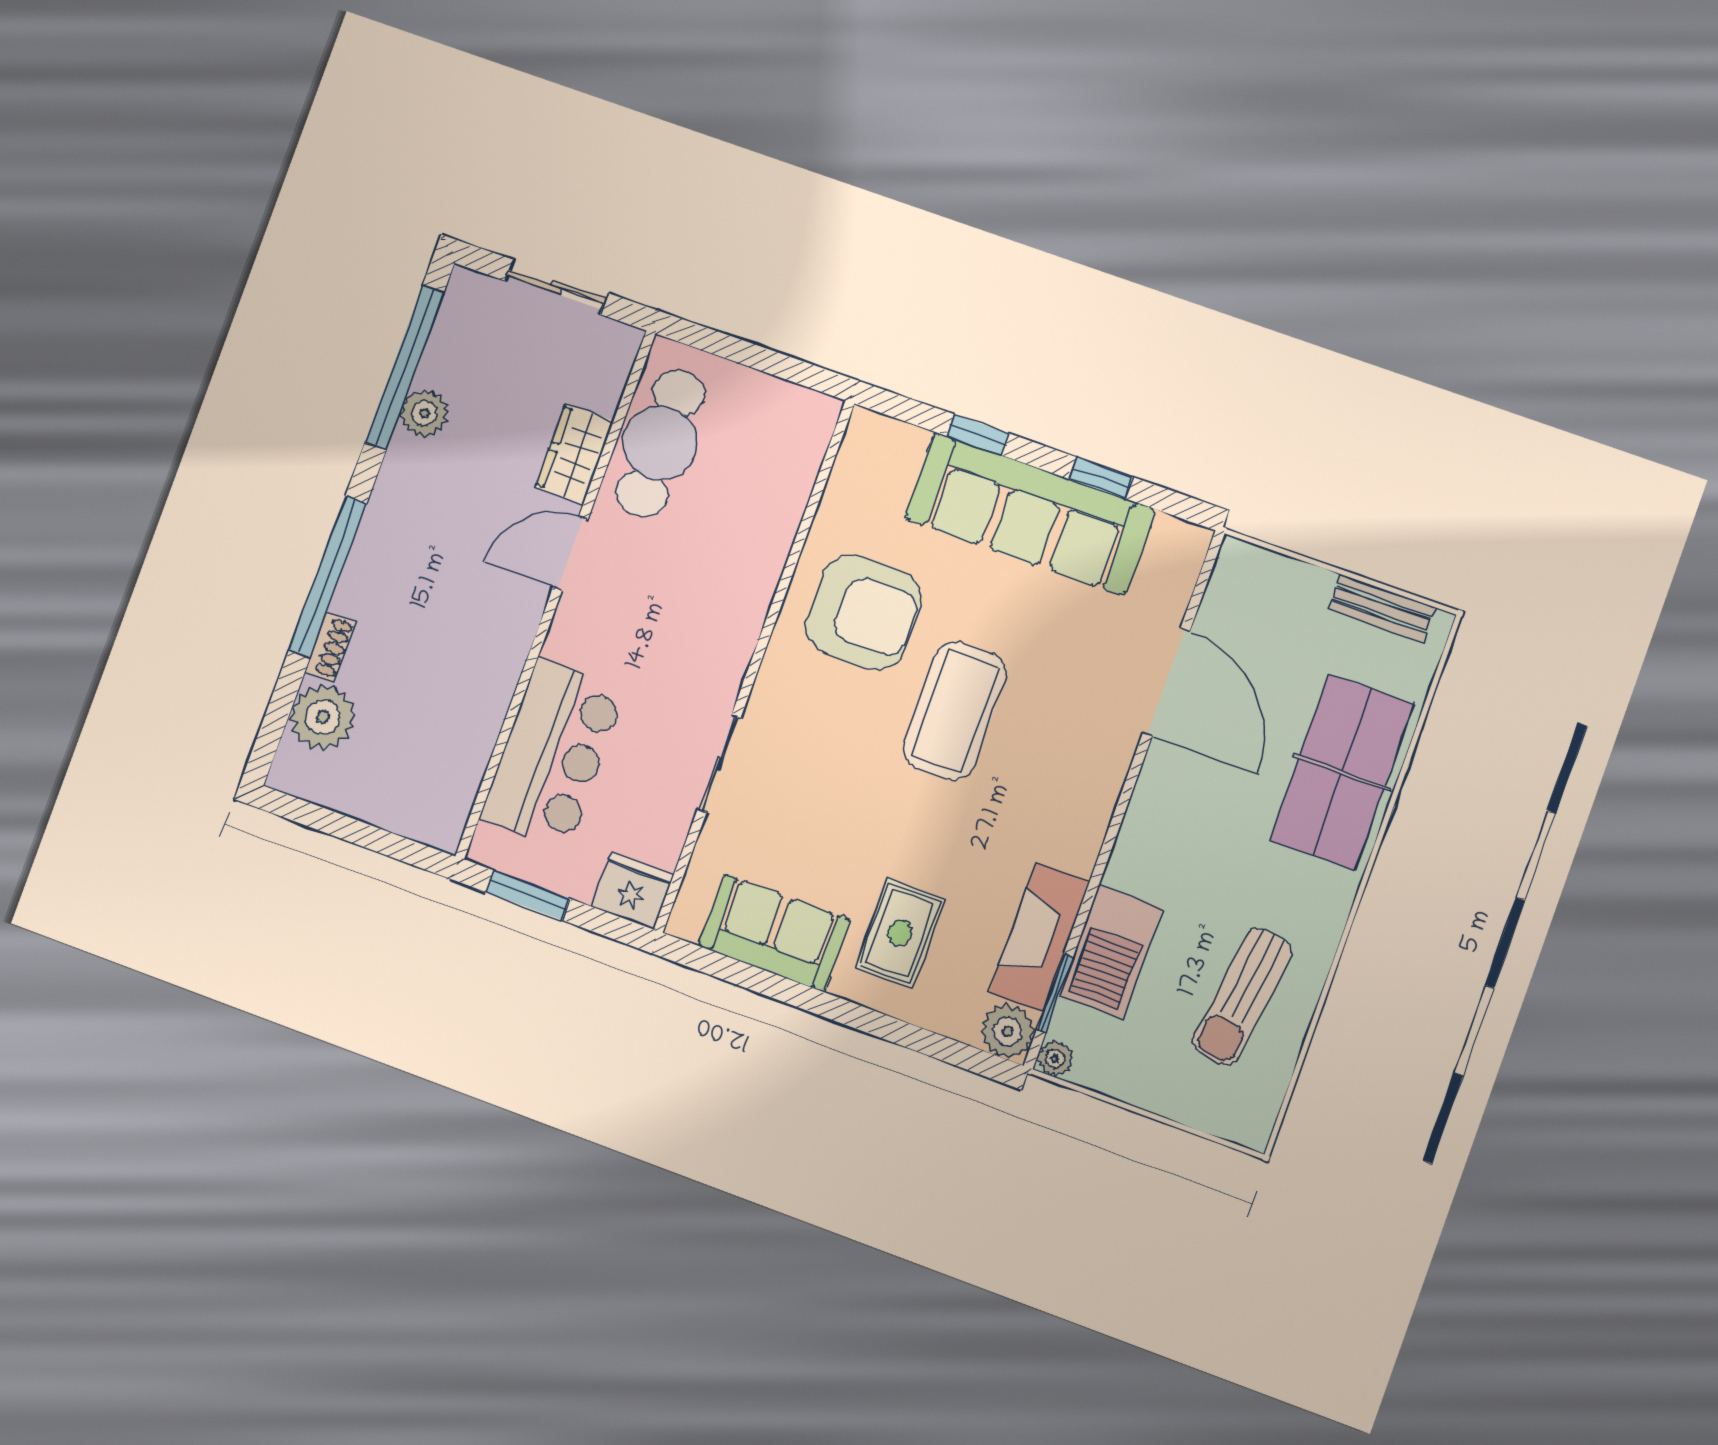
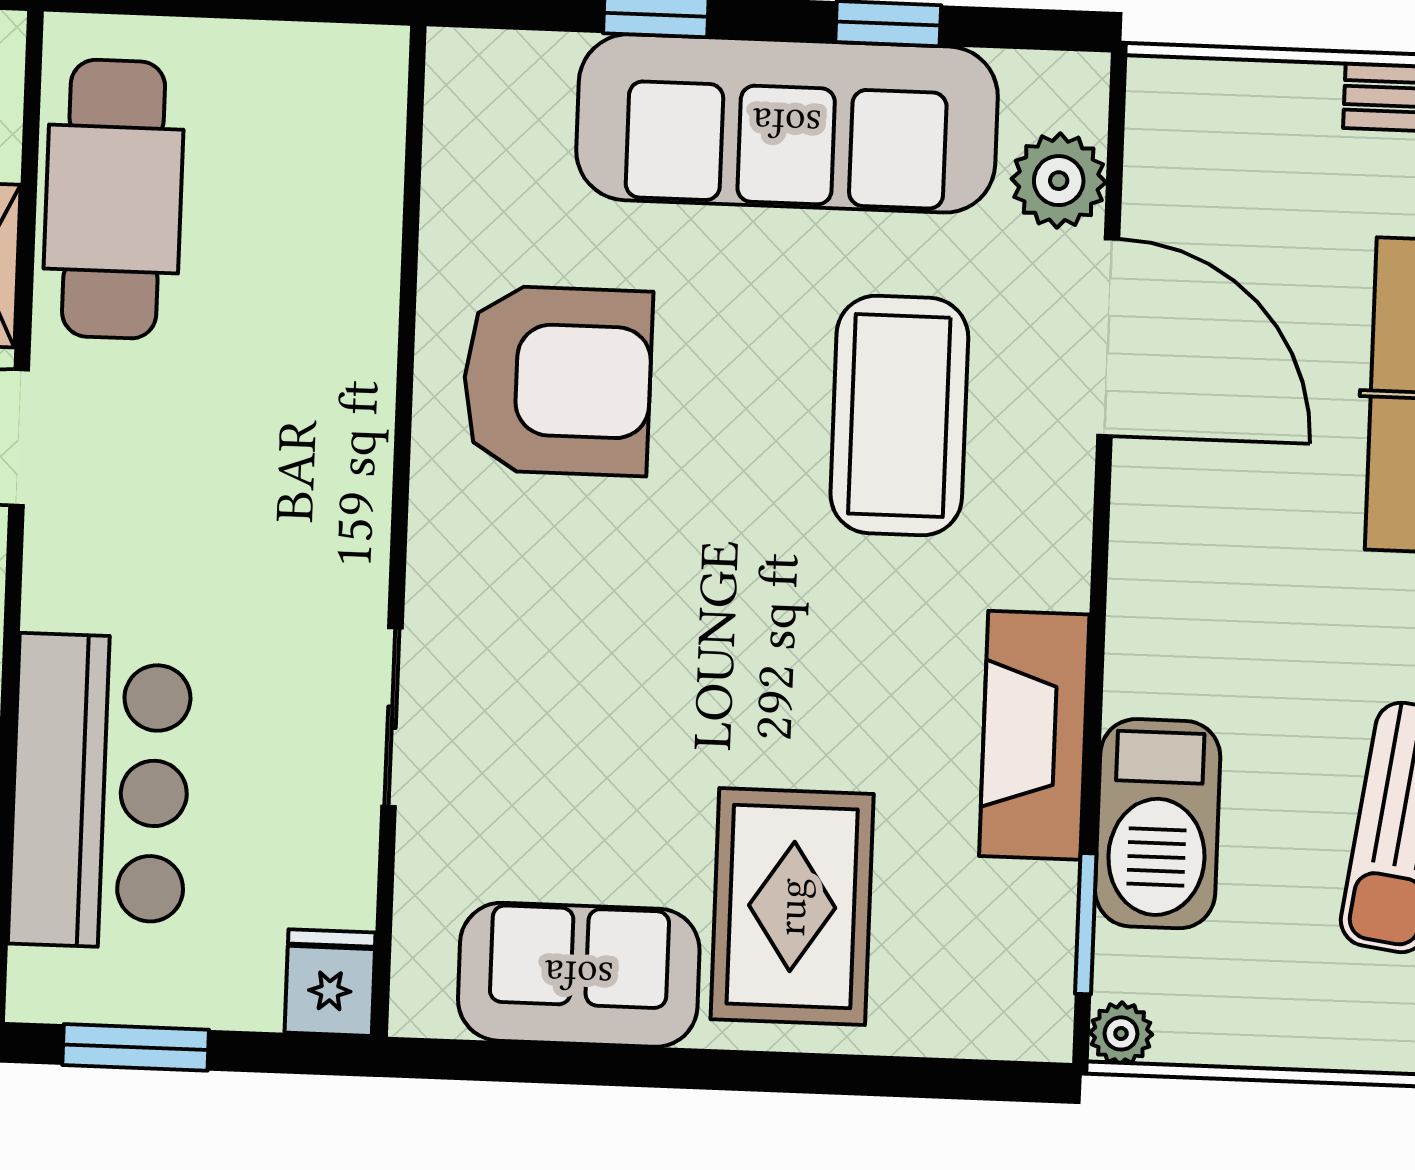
coffee table: (954, 711) -> (899, 416), moved
fridge: (633, 891) -> (330, 983), width x0.72
rug: (900, 933) -> (792, 907), width x1.36, depth x1.43
fireplace: (1040, 937) -> (1034, 735), moved
plant: (1008, 1031) -> (1059, 181), moved

